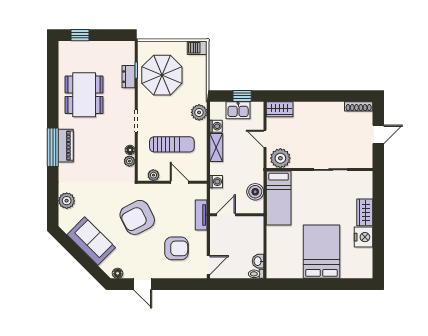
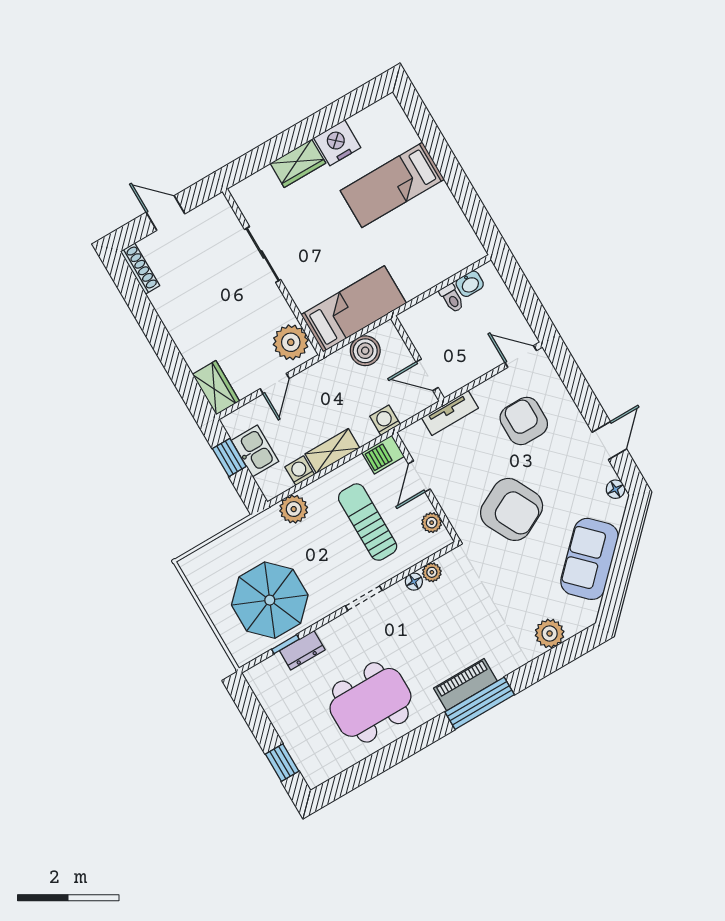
barbecue: (197, 48) -> (383, 455), moved, turned 90
bed: (322, 252) -> (392, 185), width x0.67
toilet: (256, 274) -> (452, 298), moved

